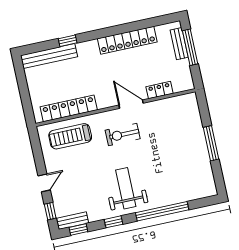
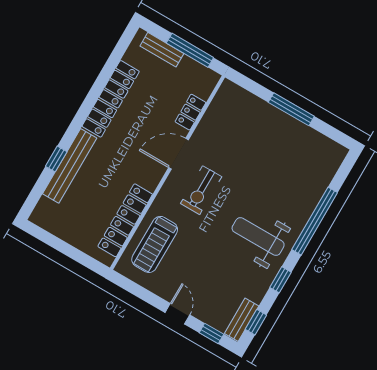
window: (190, 47) -> (190, 50), moved
bench: (49, 56) -> (70, 166), moved

